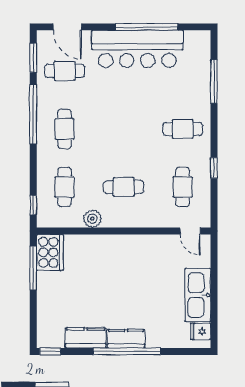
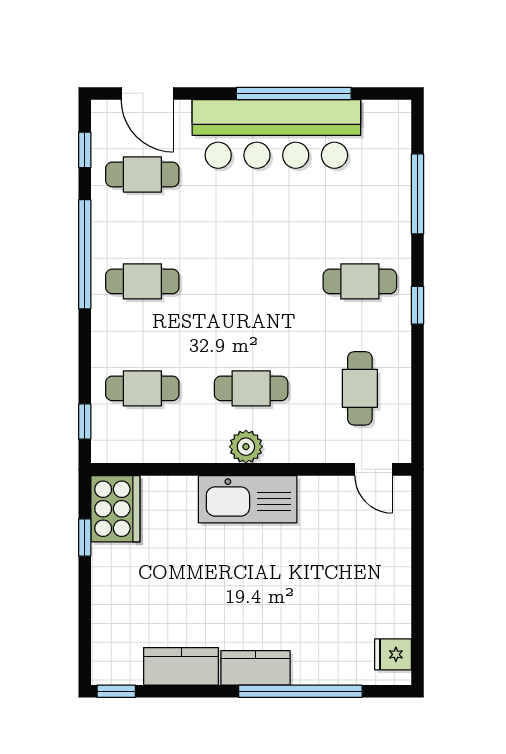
window: (33, 58) -> (85, 150), width x0.67
cafe table: (65, 129) -> (142, 281), turned 90
window: (214, 168) -> (417, 305), moved
cafe table: (65, 187) -> (142, 388), turned 90
plant: (92, 219) -> (246, 447), moved
window: (33, 268) -> (85, 538), width x0.46
kitchen sink: (198, 295) -> (248, 499), moved, turned -90
window: (127, 351) -> (300, 691), moved

